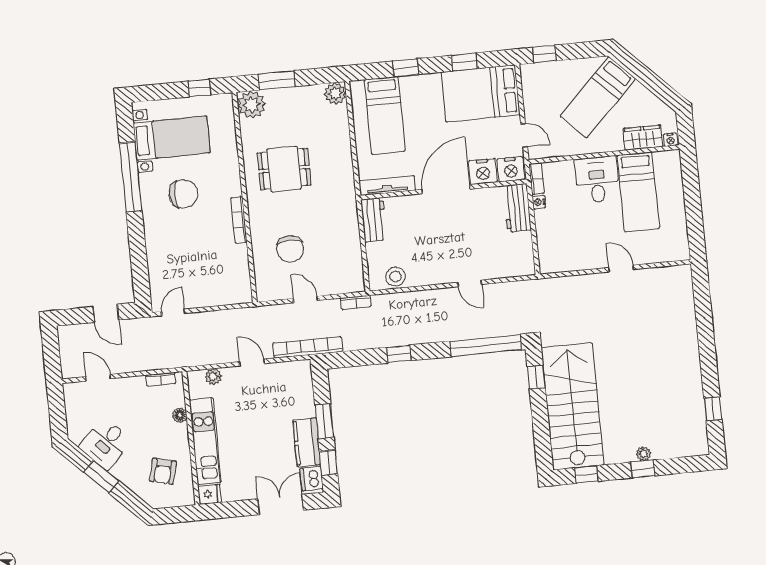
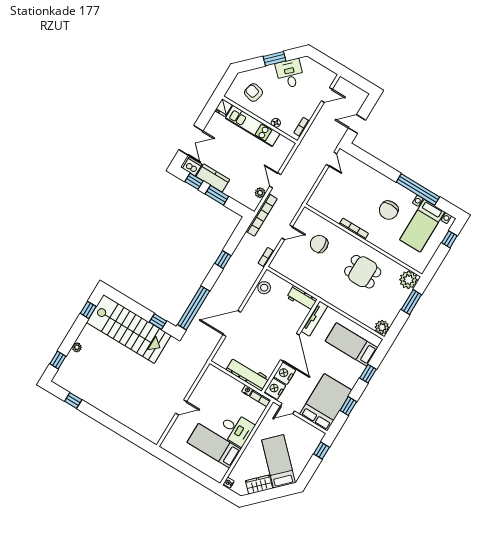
window: (199, 88) -> (449, 239), moved
wardrobe: (643, 138) -> (259, 485), moved, turned -135
dining table: (284, 169) -> (363, 272), turned 90
workbench: (517, 208) -> (248, 374), width x1.38
door: (470, 283) -> (232, 323), width x1.88
door: (252, 363) -> (275, 180), swing flipped
plant: (213, 376) -> (260, 193), moved
window: (643, 469) -> (58, 360), moved

